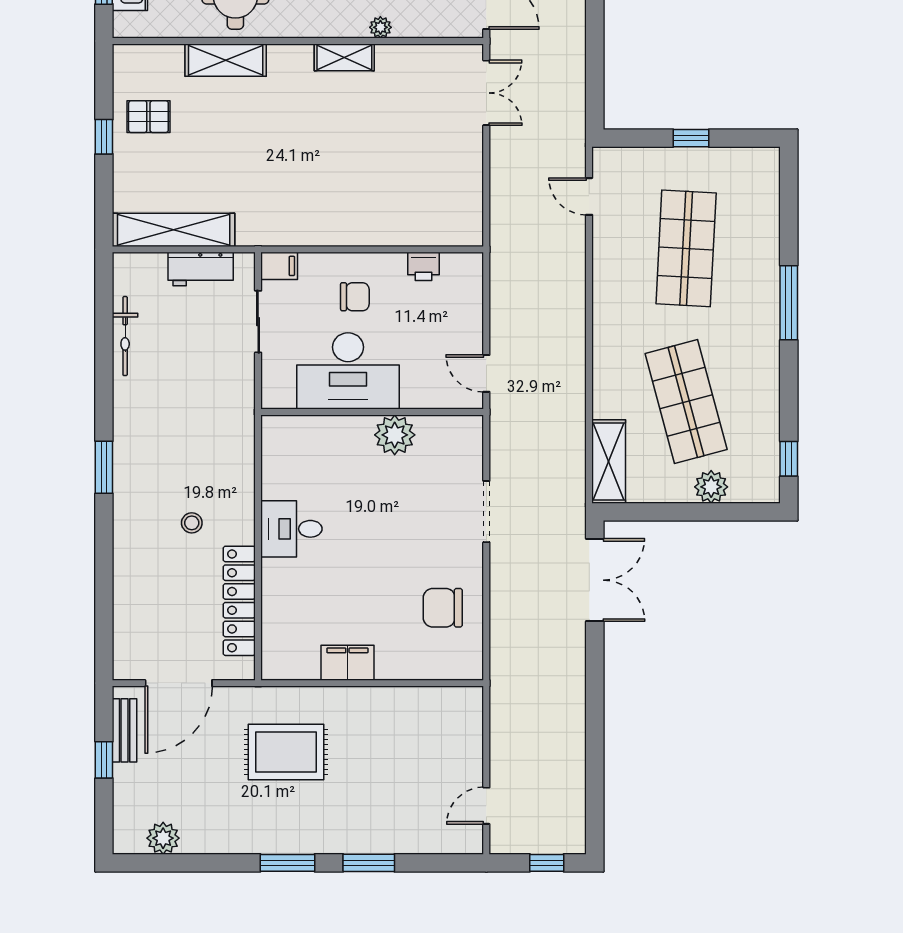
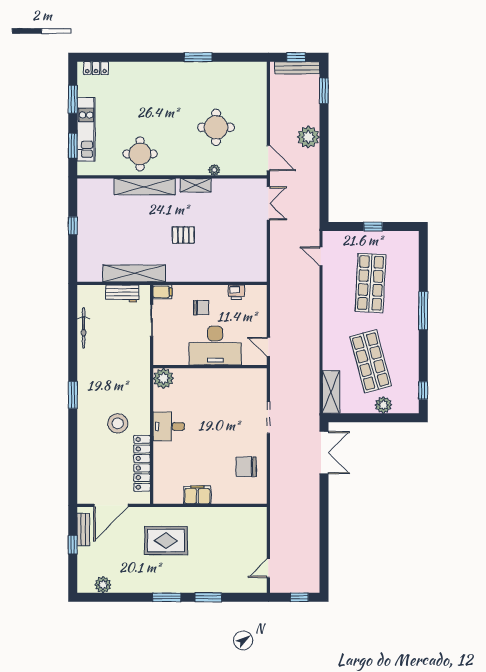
shelving: (226, 60) -> (145, 187), width x1.47
pallet: (148, 117) -> (183, 235), moved
shelving: (174, 230) -> (134, 273), moved
desk: (348, 371) -> (215, 346), moved
plant: (395, 435) -> (163, 378), moved
stool: (192, 523) -> (118, 423), width x1.89, depth x1.89

